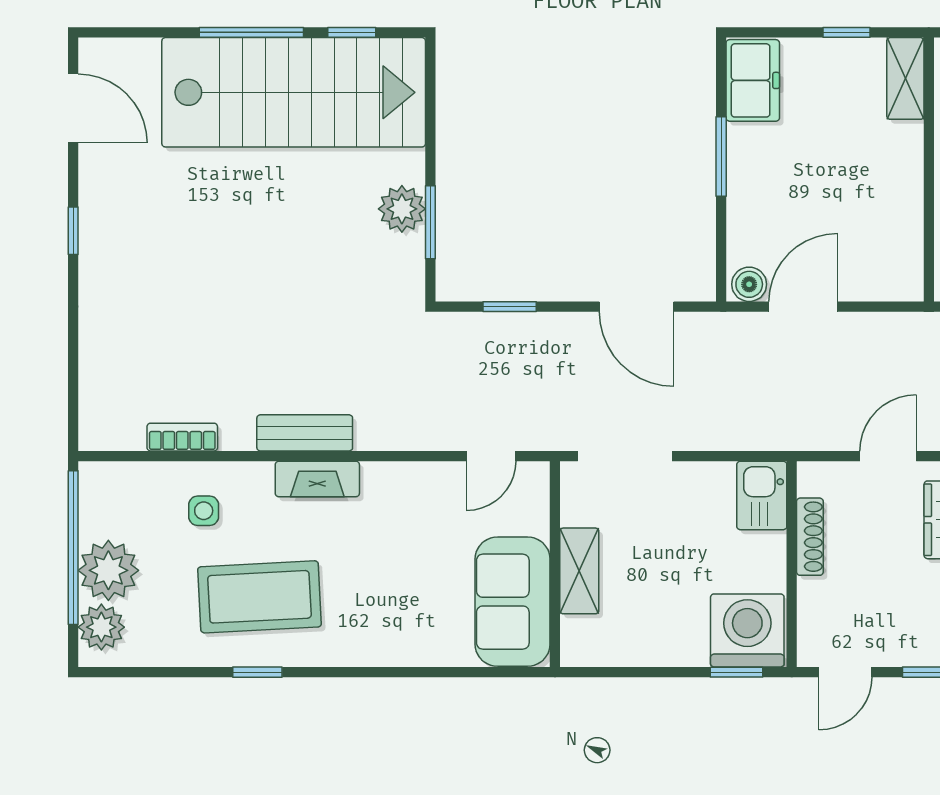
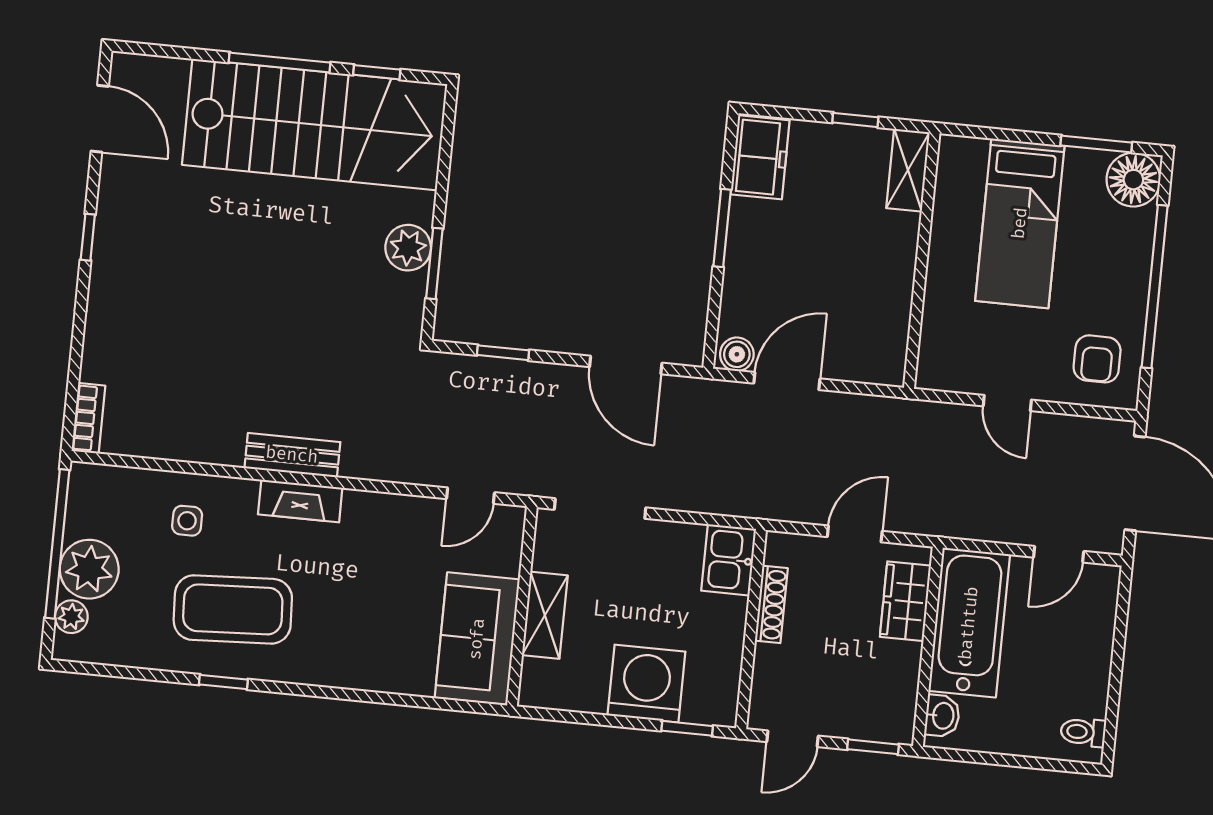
bookcase: (182, 437) -> (88, 418), moved, turned 90
plant: (101, 627) -> (71, 617), width x0.73, depth x0.73
washing machine: (747, 630) -> (646, 684), moved

